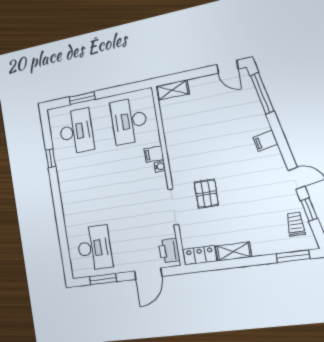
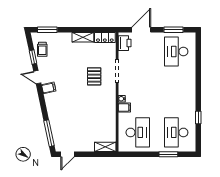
door: (227, 67) -> (68, 154), swing flipped
filing cabinet: (265, 141) -> (49, 88), moved

